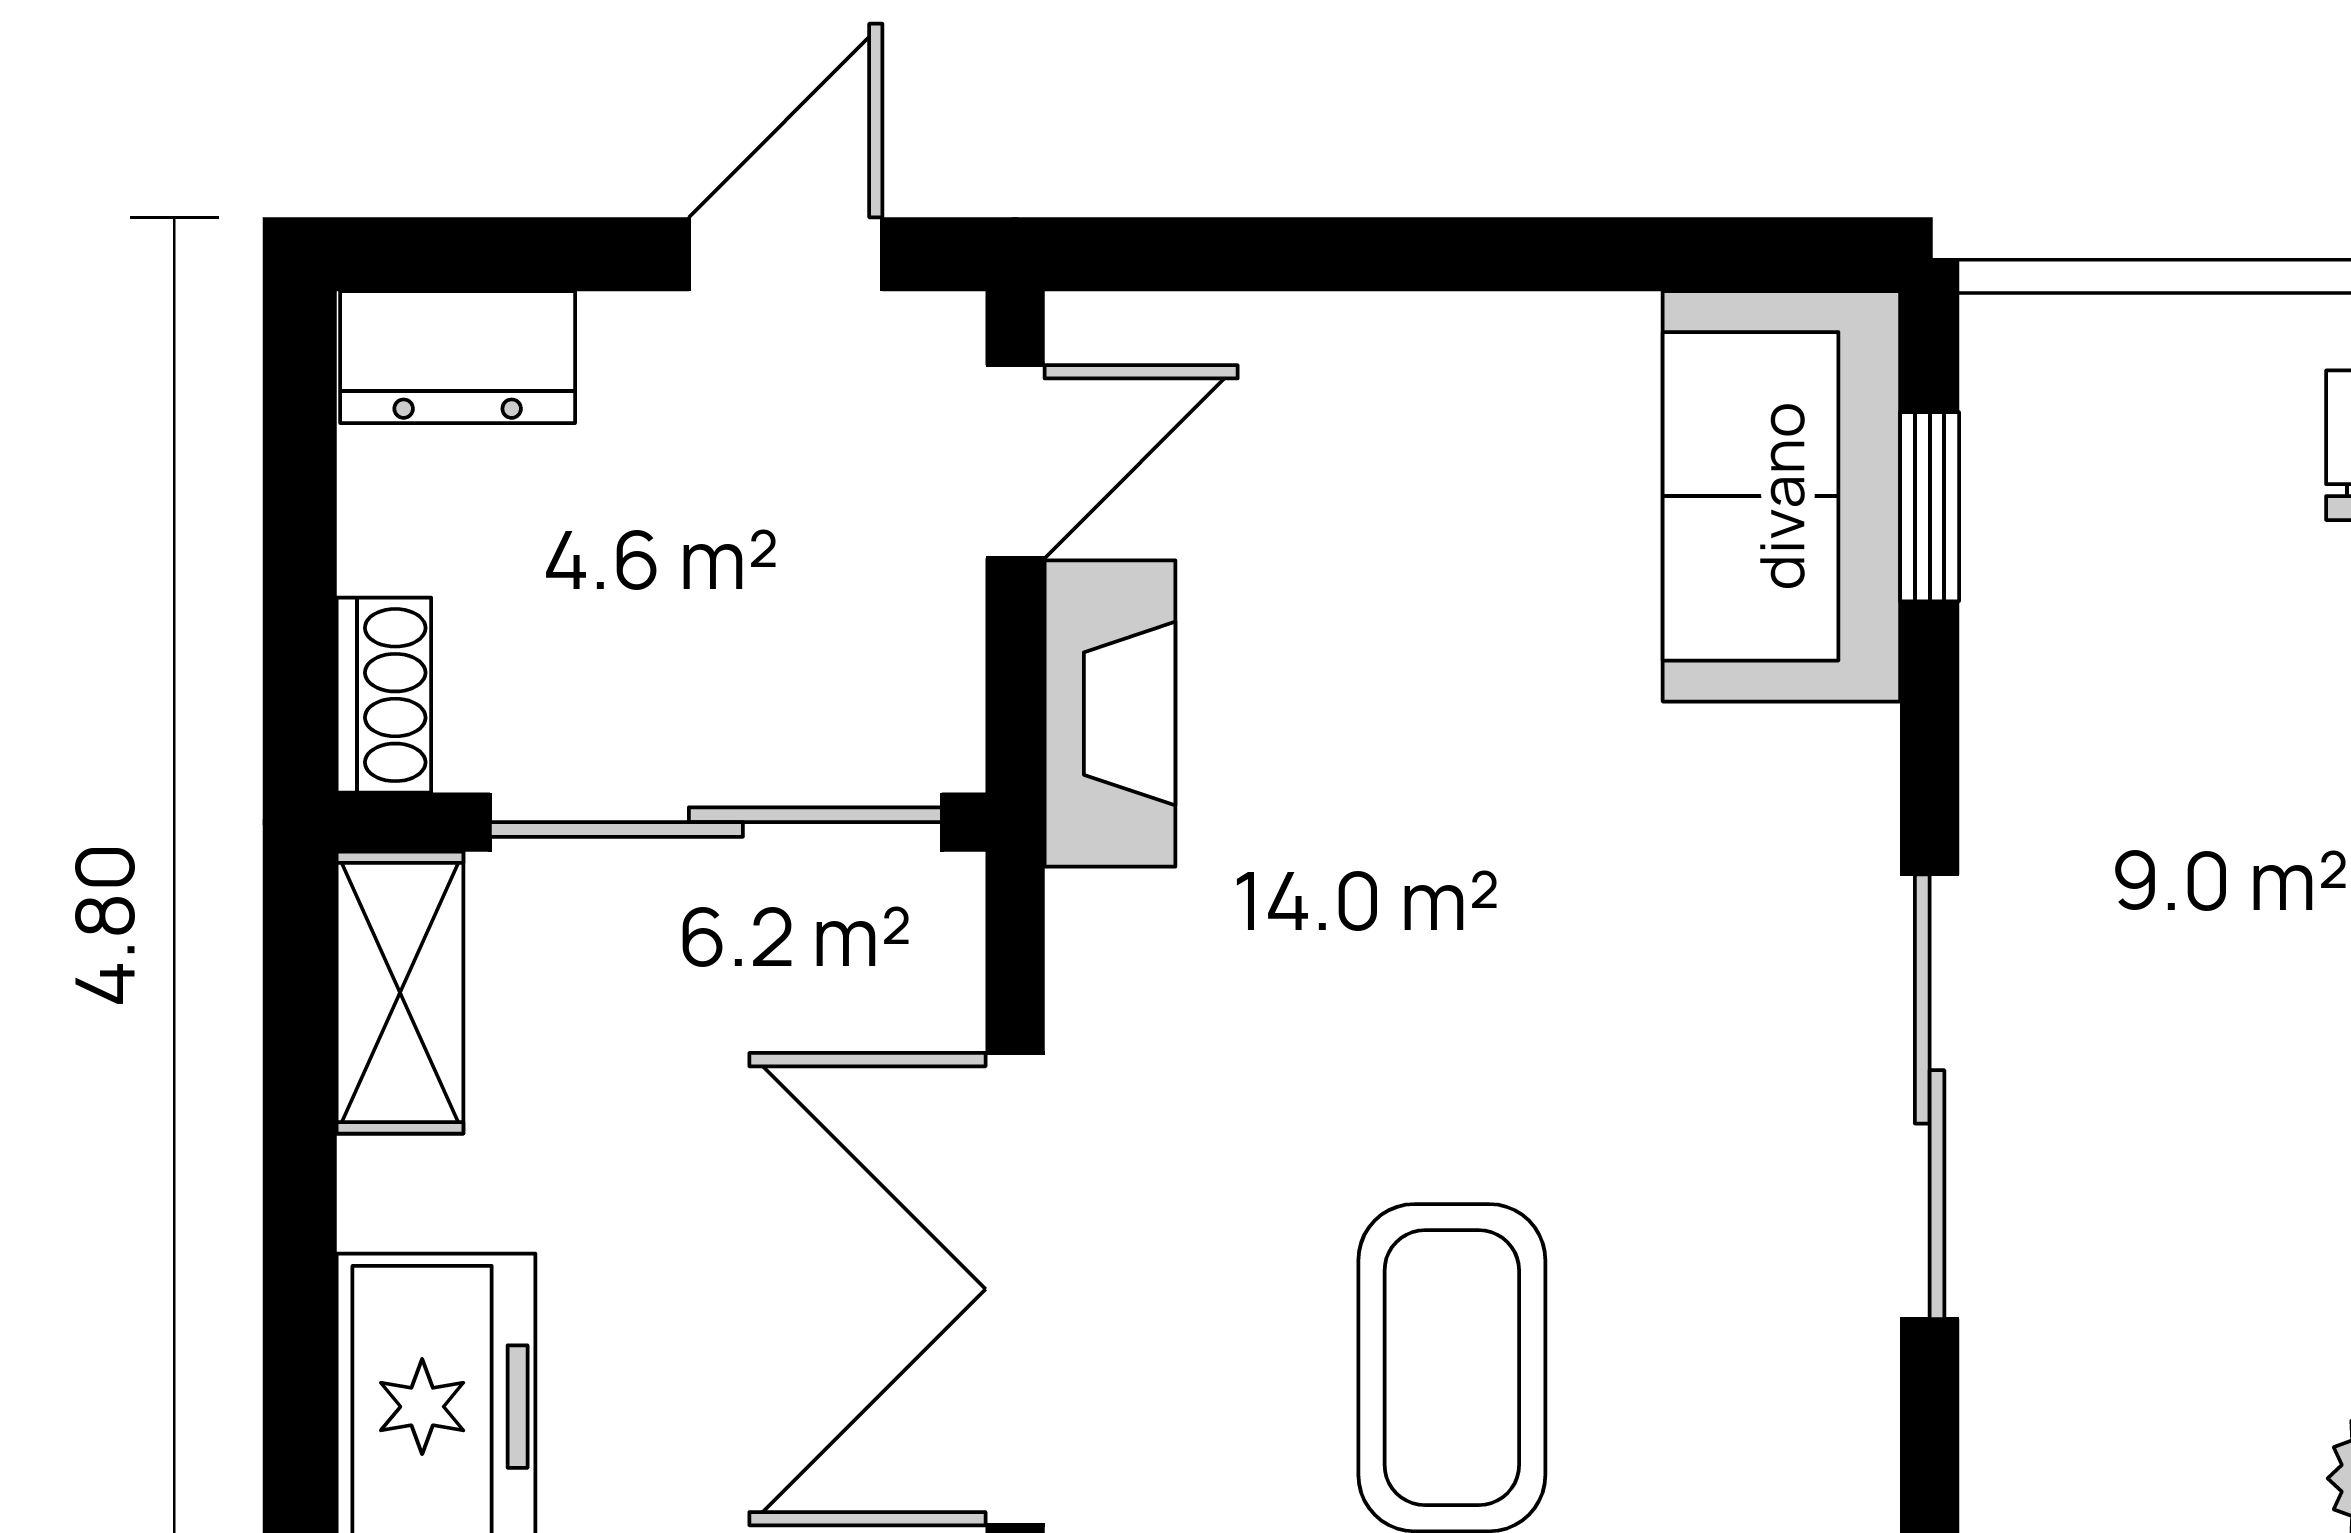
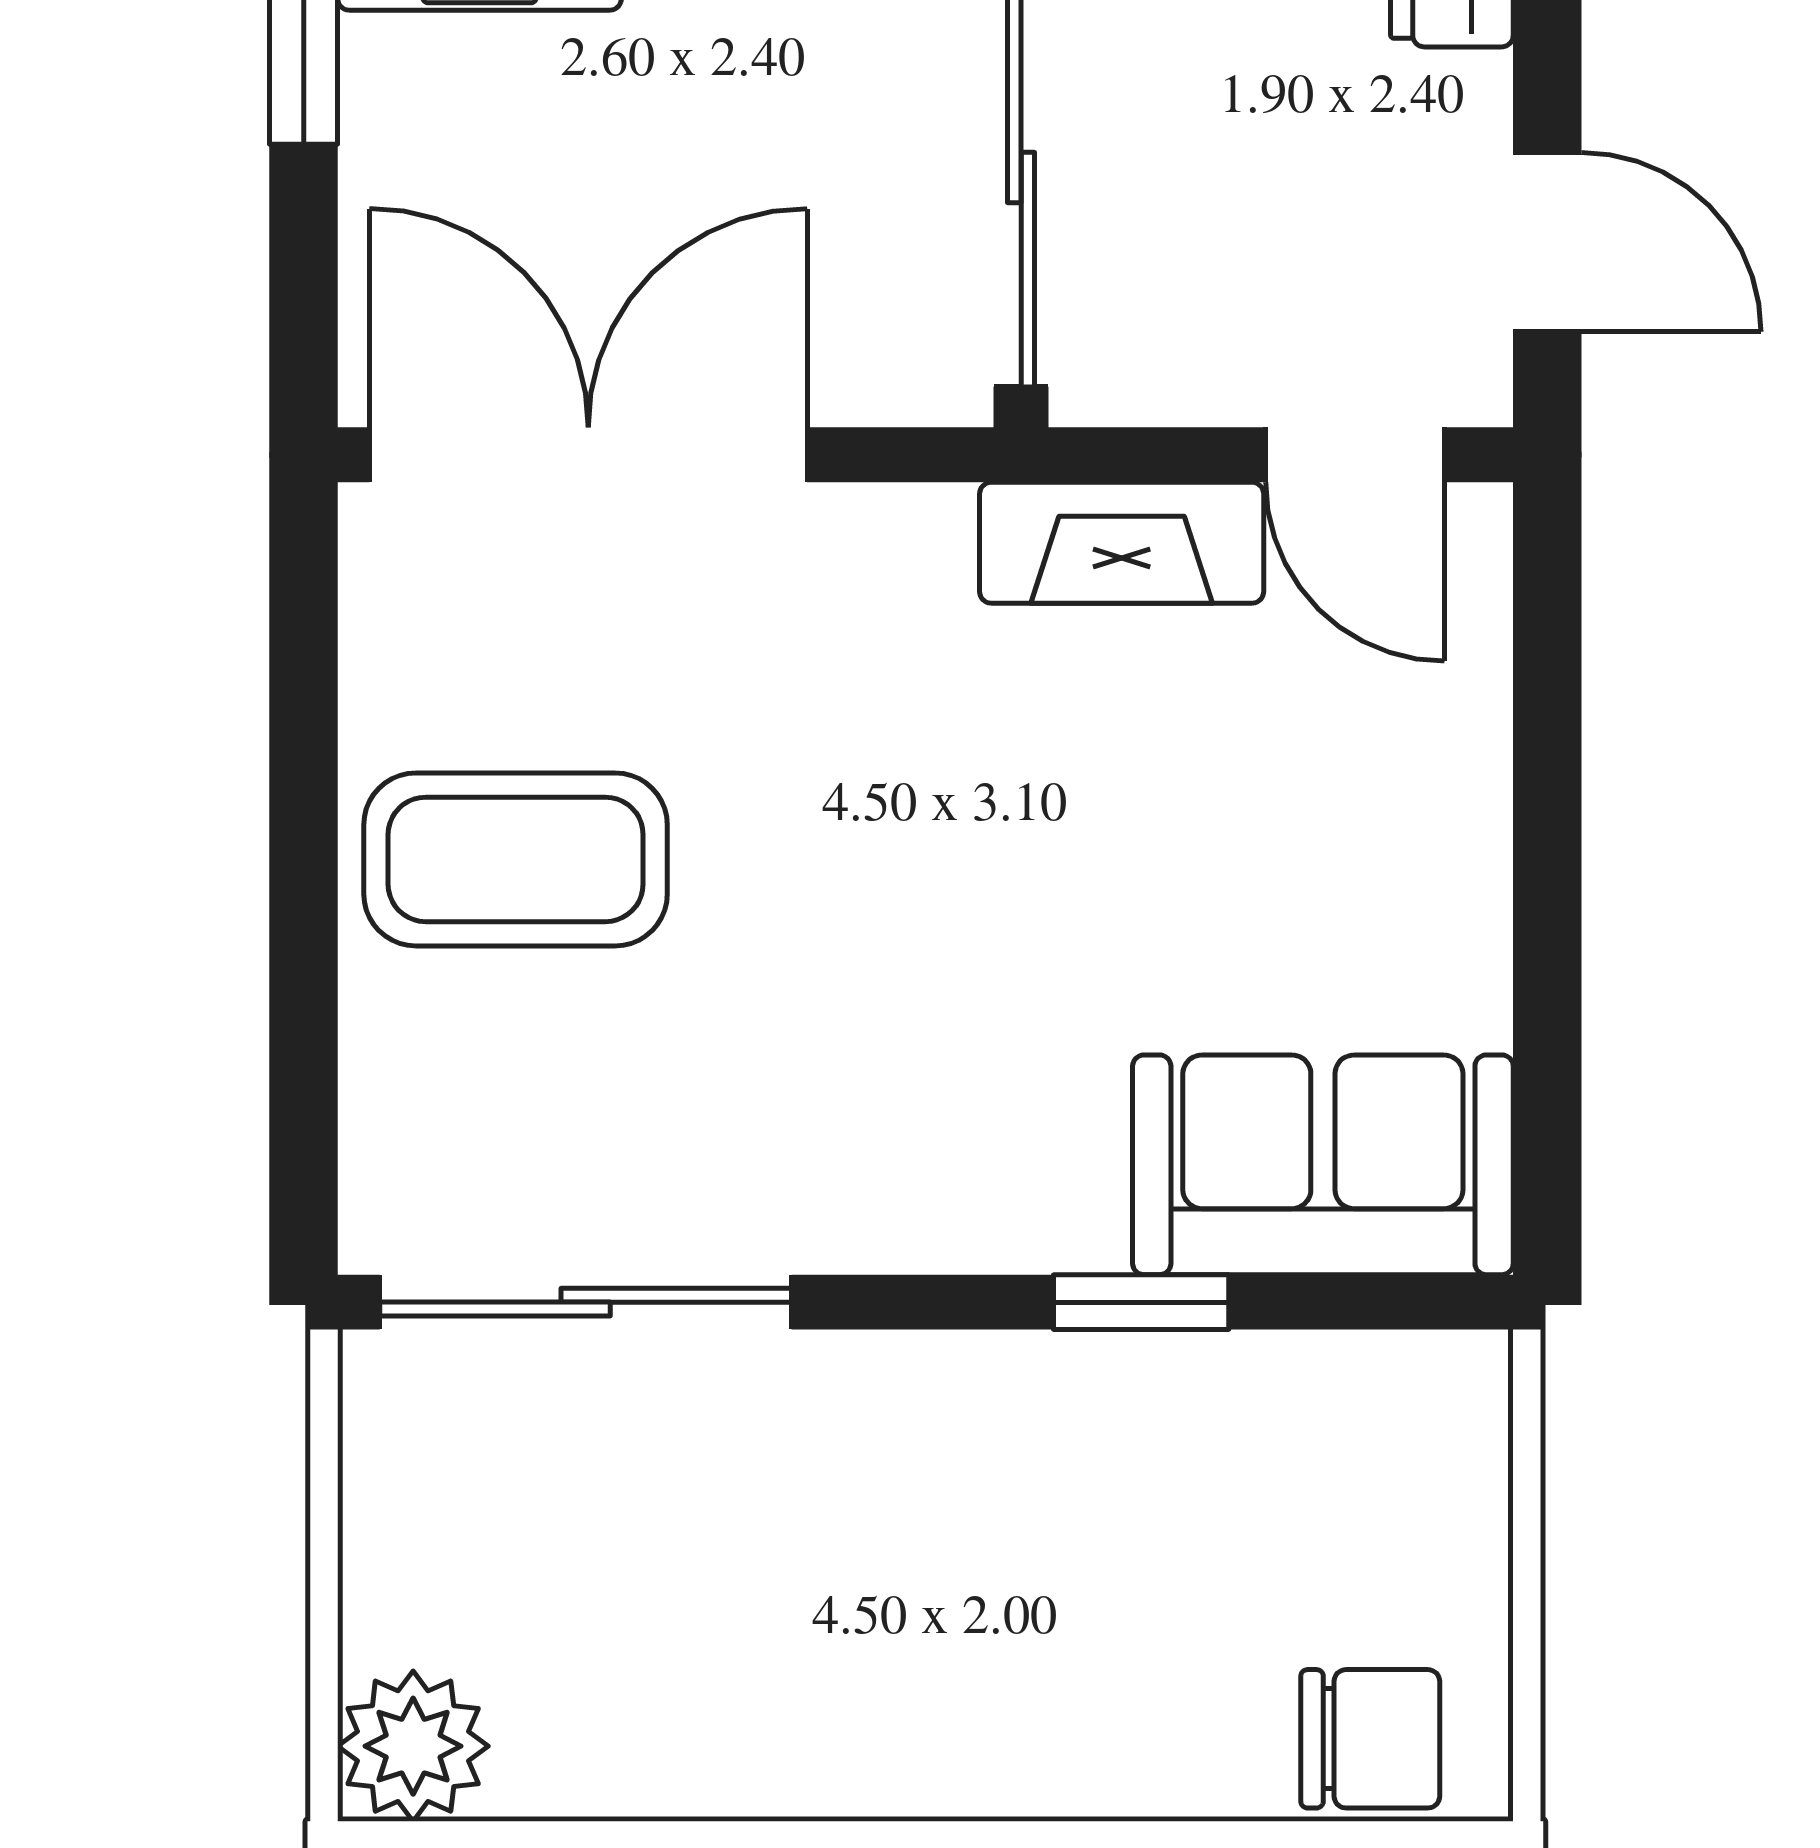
window: (1930, 507) -> (1141, 1302), moved
sliding door: (1930, 1097) -> (586, 1302), moved

